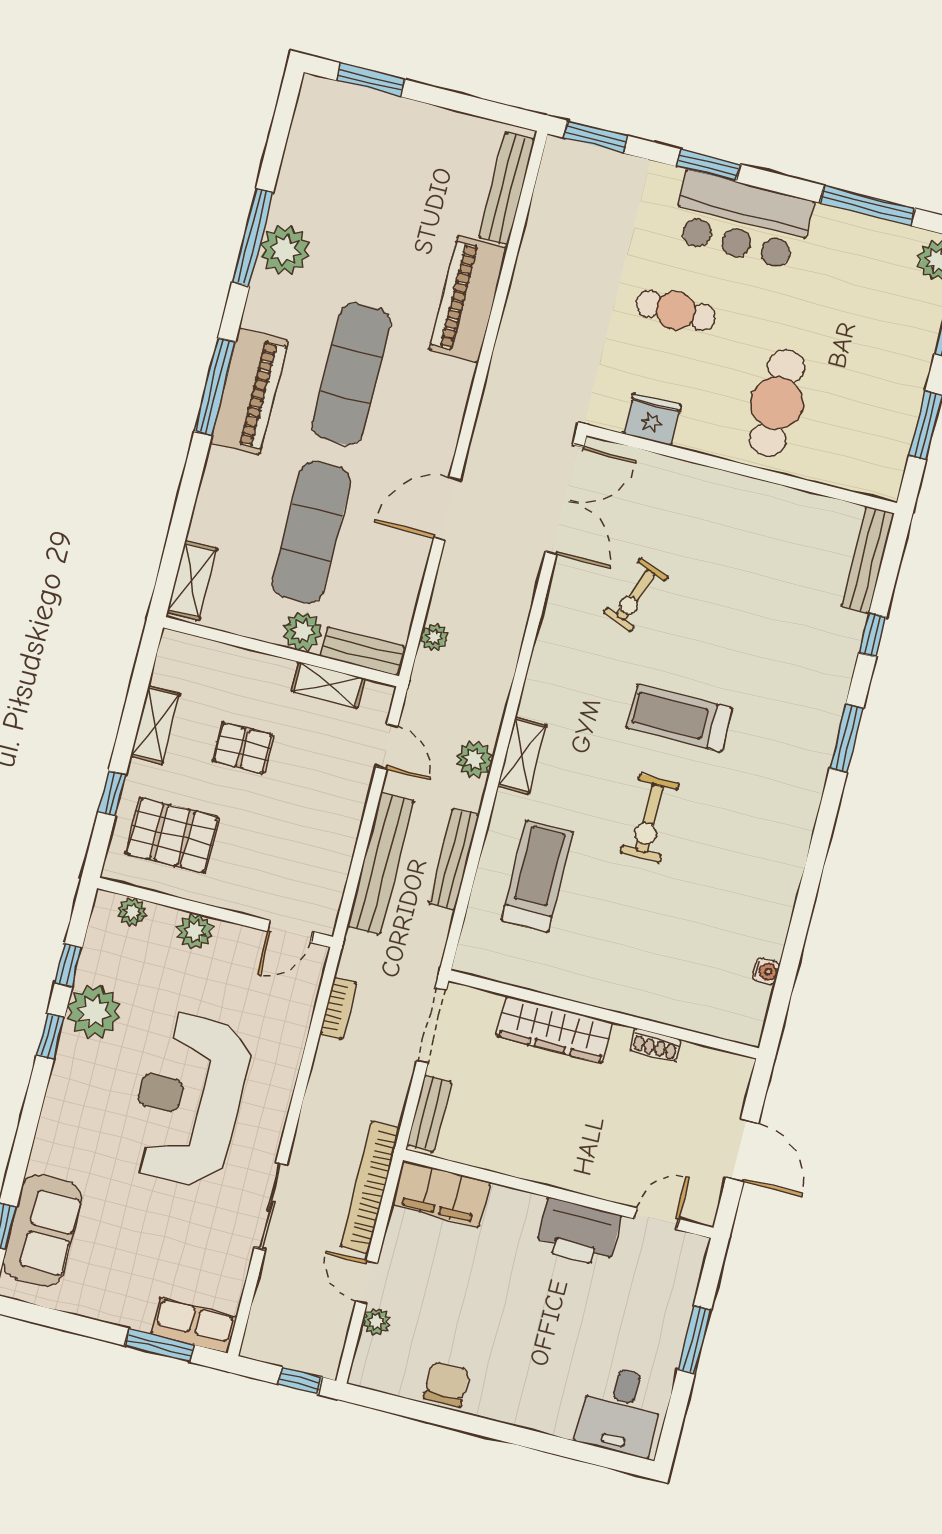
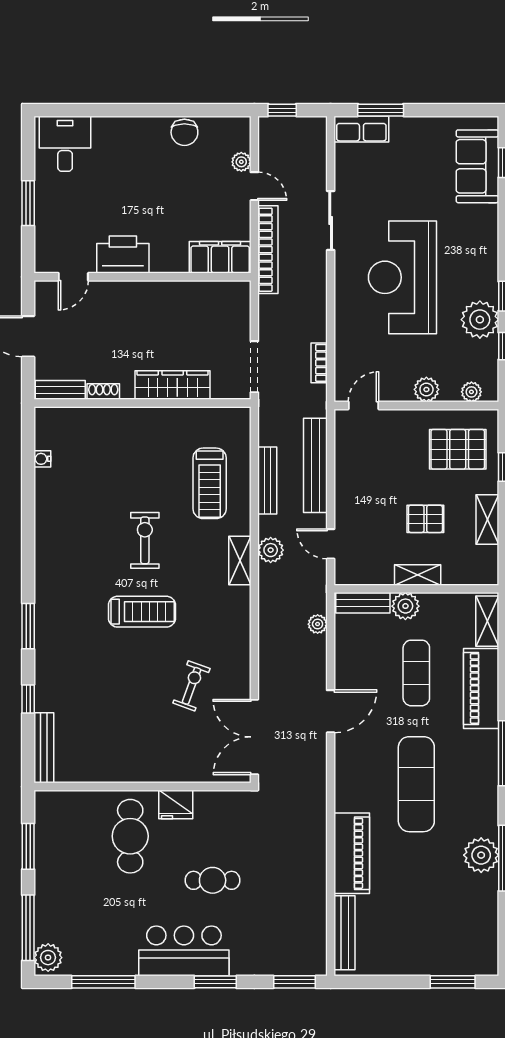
piano: (249, 392) -> (481, 688), moved
fridge: (652, 419) -> (176, 805), moved
exercise mat: (311, 532) -> (416, 673), width x0.73, depth x0.69
shelving: (328, 685) -> (418, 575), moved
reception desk: (189, 1100) -> (402, 277), turned 180
bench: (429, 1113) -> (60, 390), moved, turned 90

